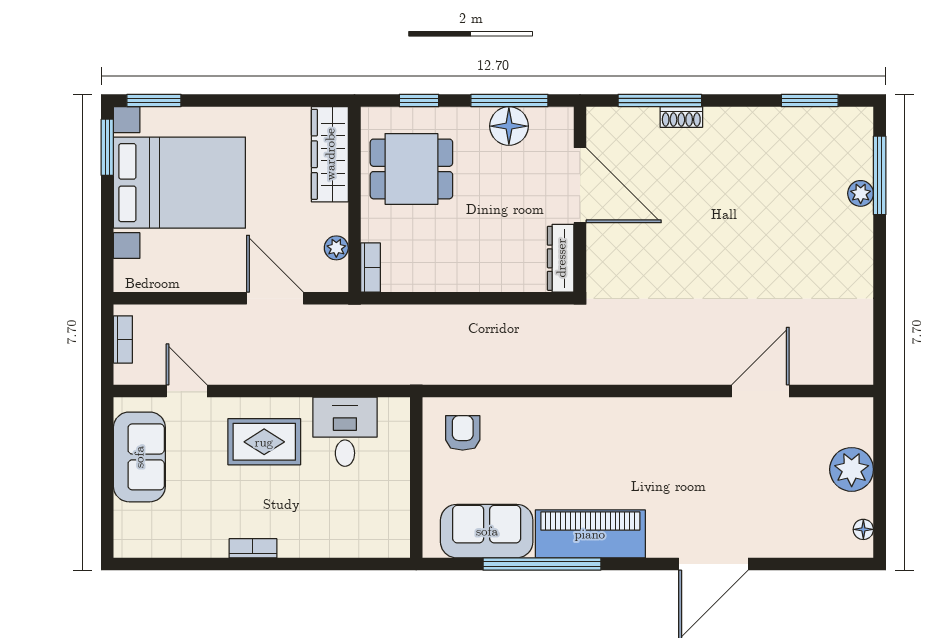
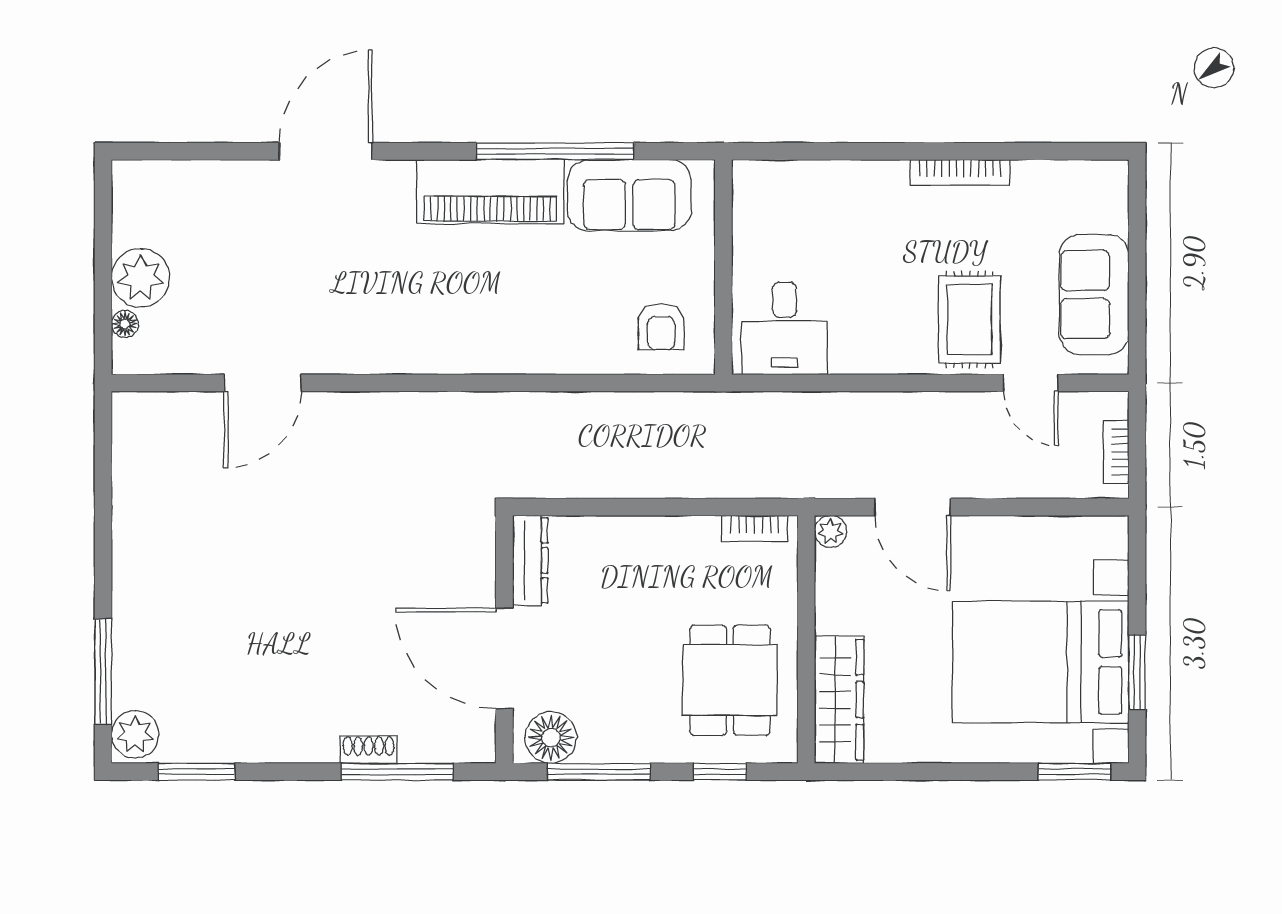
floor lamp: (509, 126) -> (551, 738), moved
window: (107, 147) -> (1137, 672), moved
dining table: (411, 169) -> (730, 680), turned 90
plant: (861, 193) -> (135, 734), moved, width x1.38, depth x1.38
plant: (336, 248) -> (831, 531), moved
bookcase: (370, 268) -> (754, 528), moved, turned -90
desk: (345, 432) -> (785, 328), moved
rug: (264, 442) -> (970, 320), moved, turned 90
floor lamp: (863, 529) -> (125, 324), moved
bookcase: (253, 548) -> (960, 172), width x1.56

